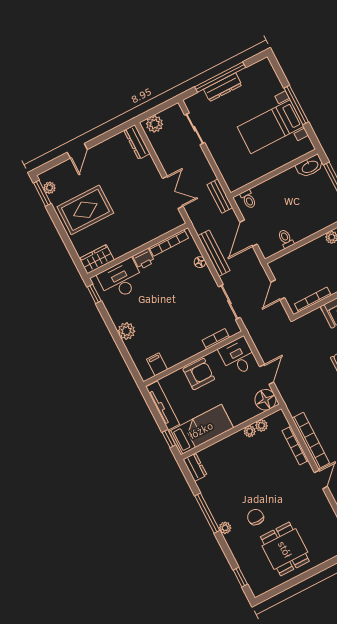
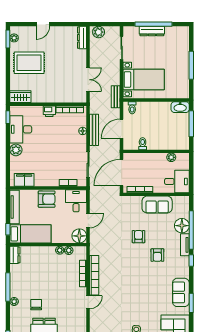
bed with nightstands: (270, 127) -> (144, 80), moved, turned 180
desk: (121, 280) -> (21, 129), moved, turned -90
door: (278, 290) -> (122, 173), width x1.88
filing cabinet: (157, 364) -> (24, 180), width x2.00

